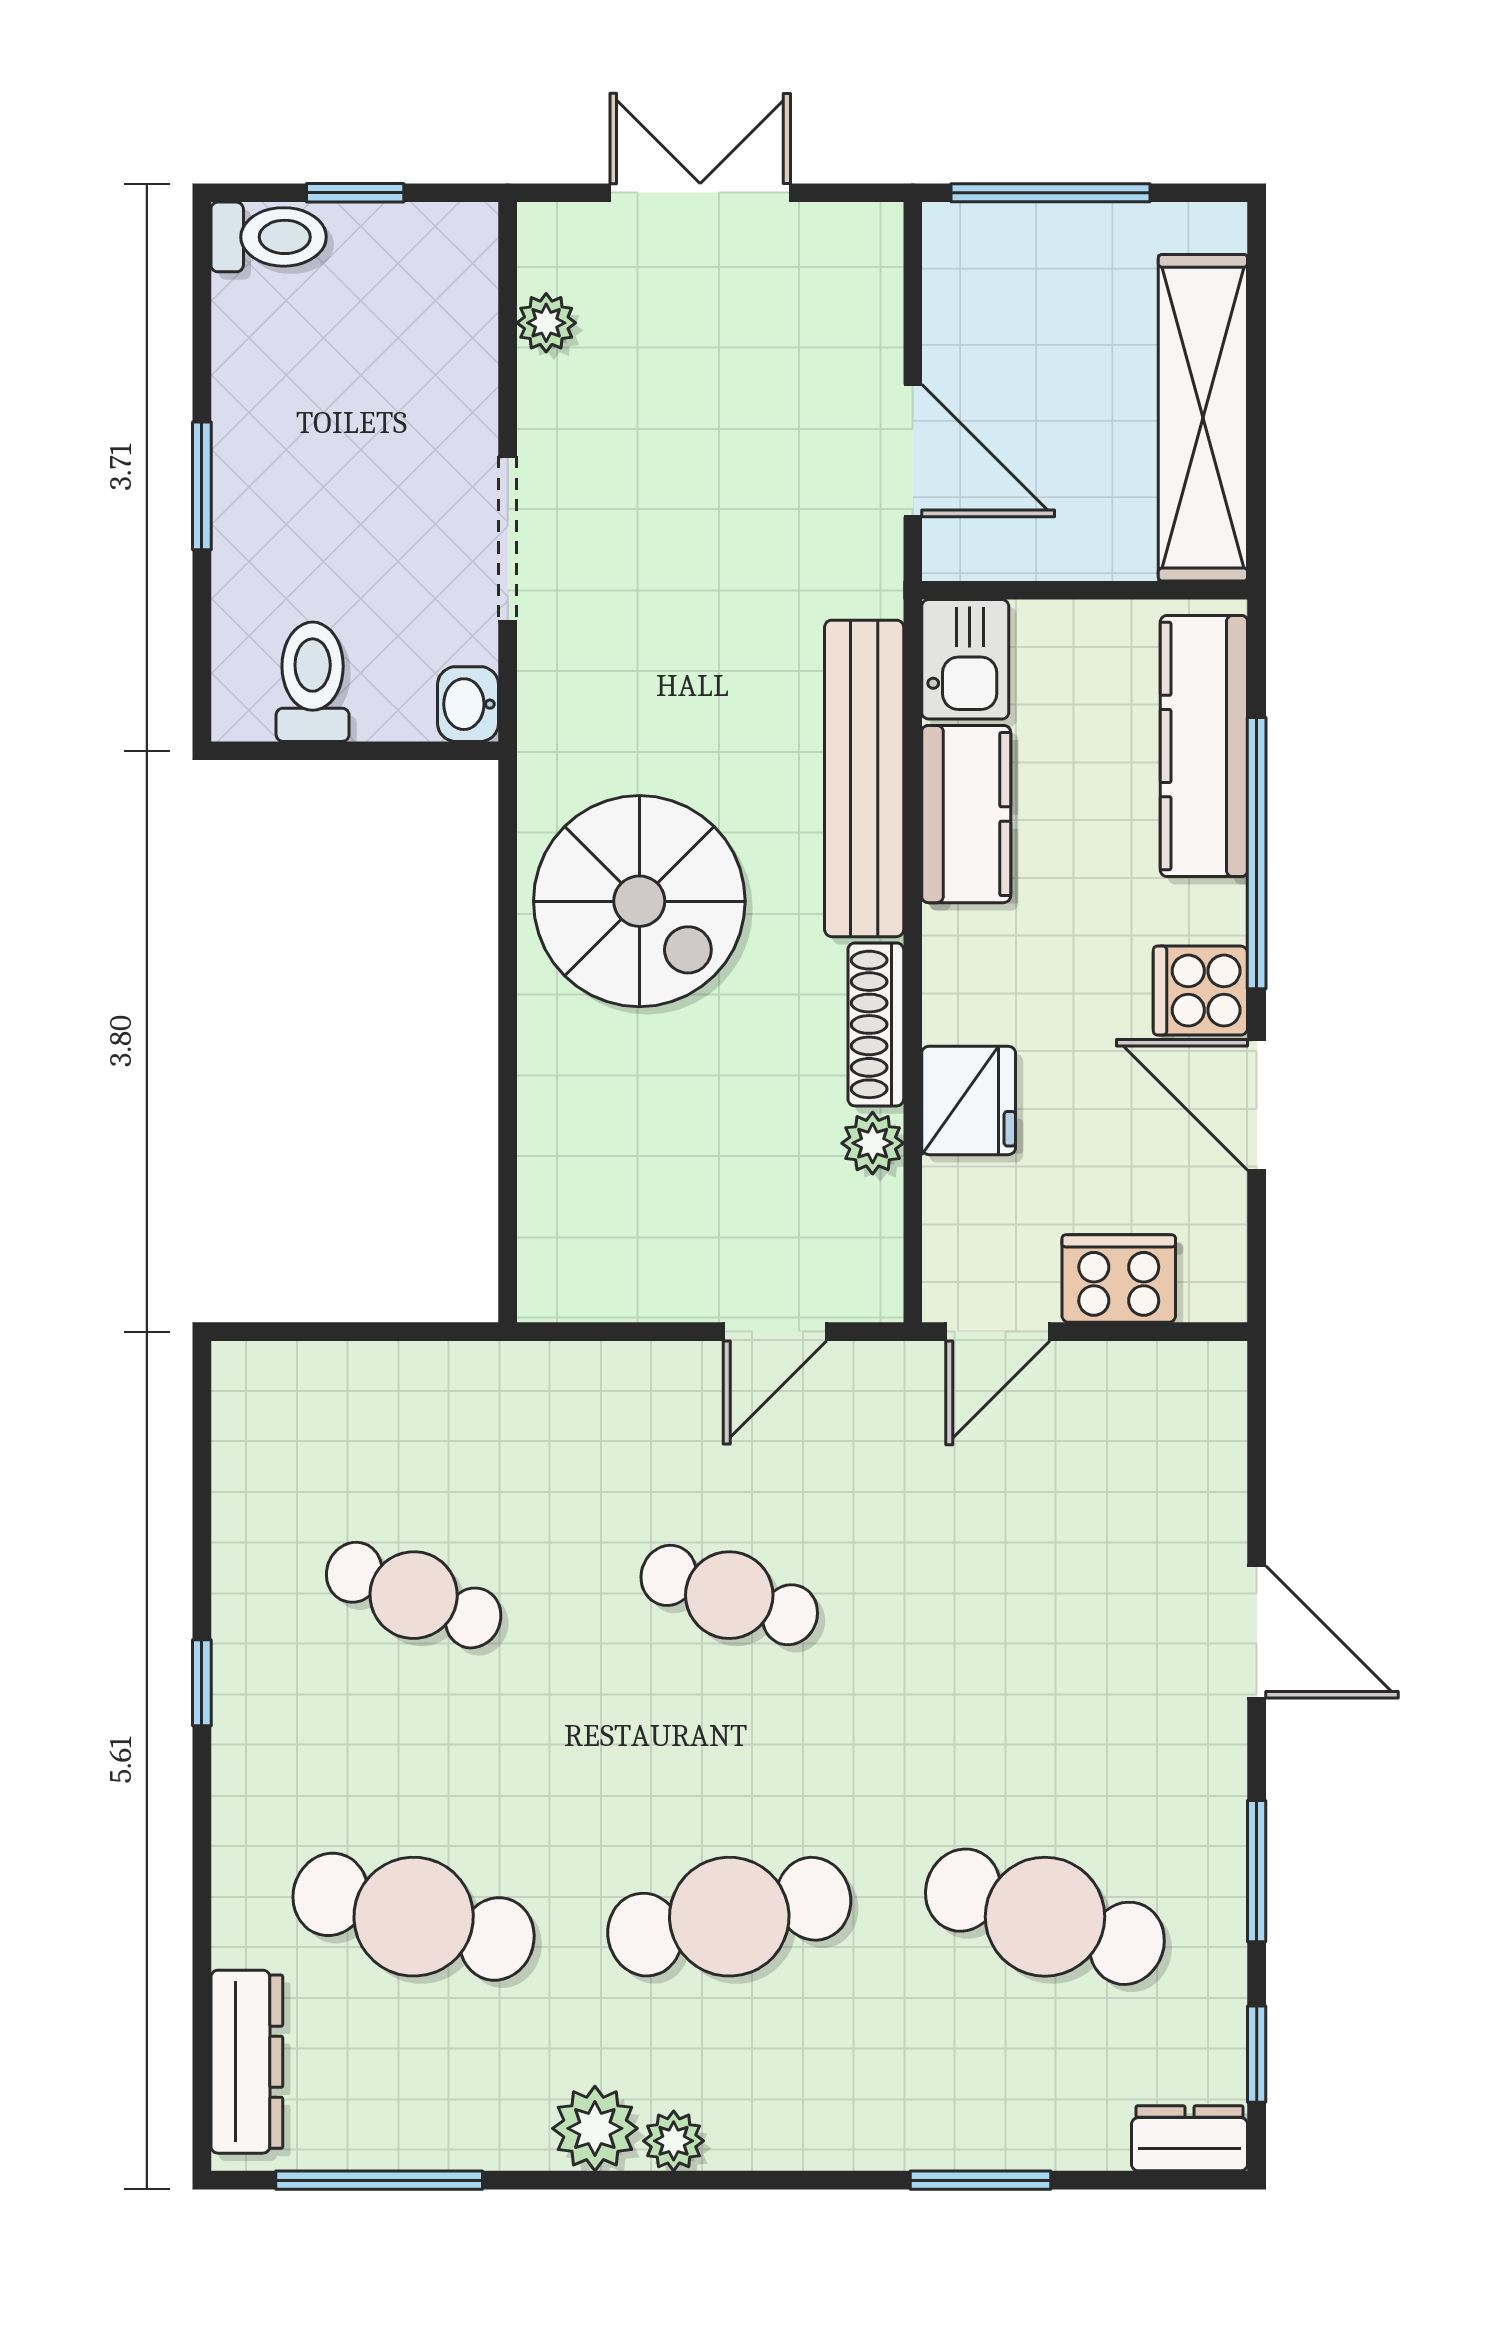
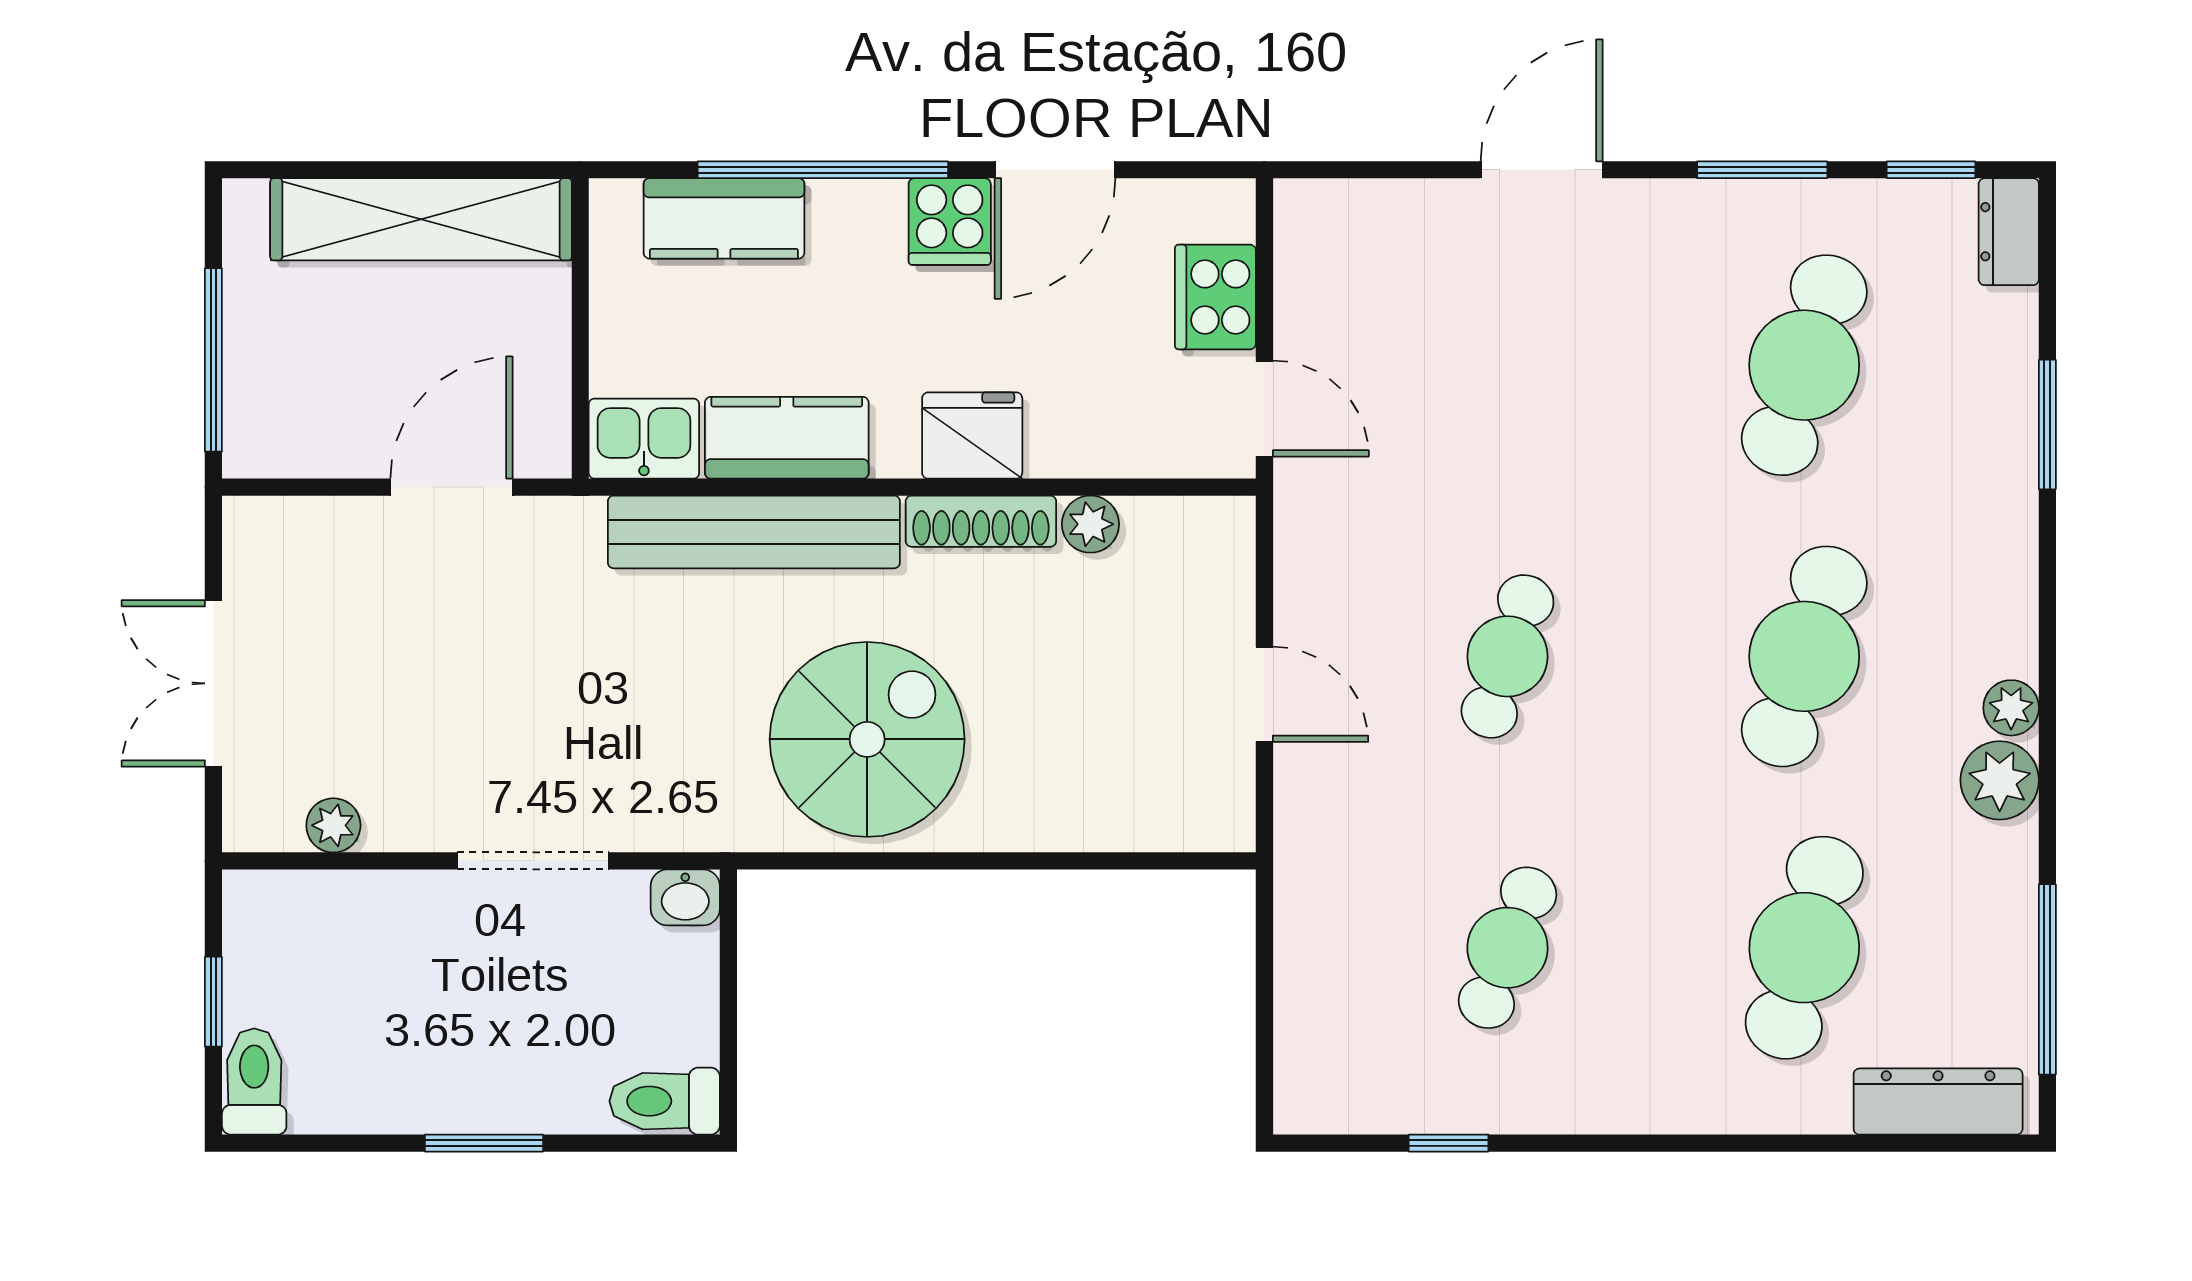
toilet: (313, 682) -> (665, 1101), moved
kitchen counter: (1204, 746) -> (724, 218), width x0.67
fridge: (969, 1100) -> (972, 436), moved
door: (775, 1332) -> (1264, 694), moved
window: (202, 1683) -> (1449, 1143), moved
cafe table: (729, 1917) -> (1804, 656), turned 30

